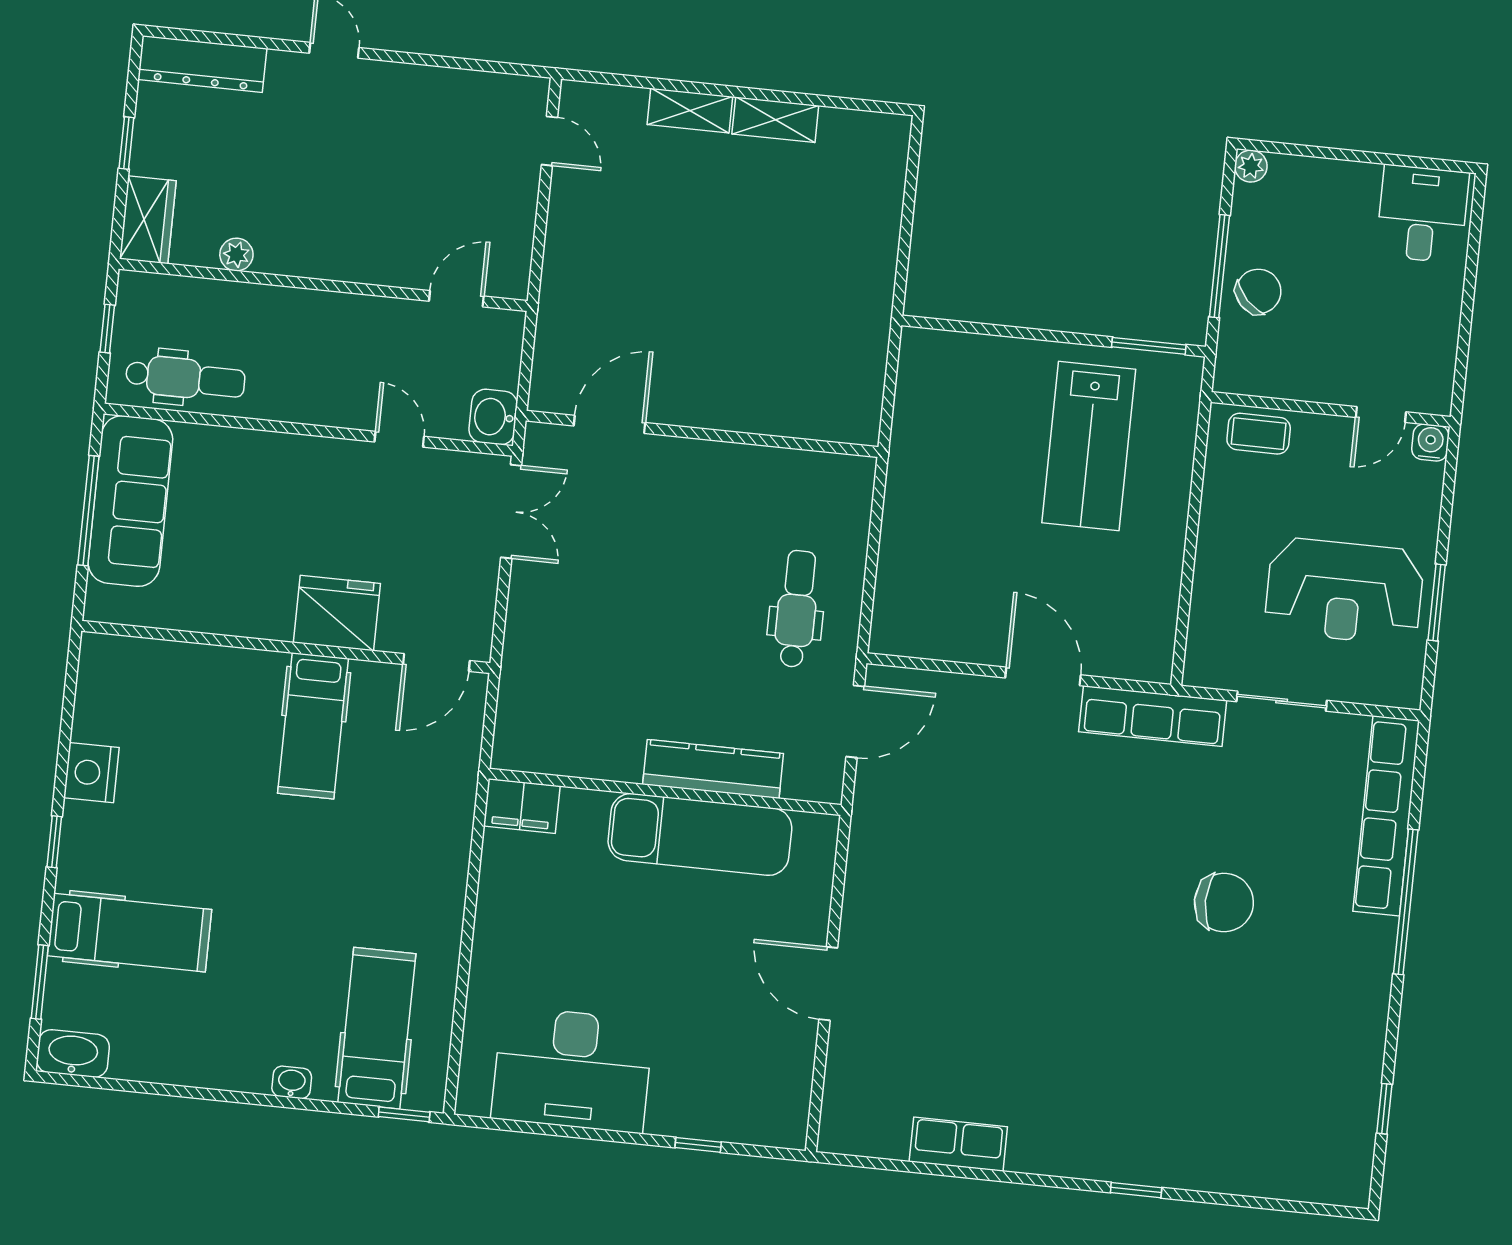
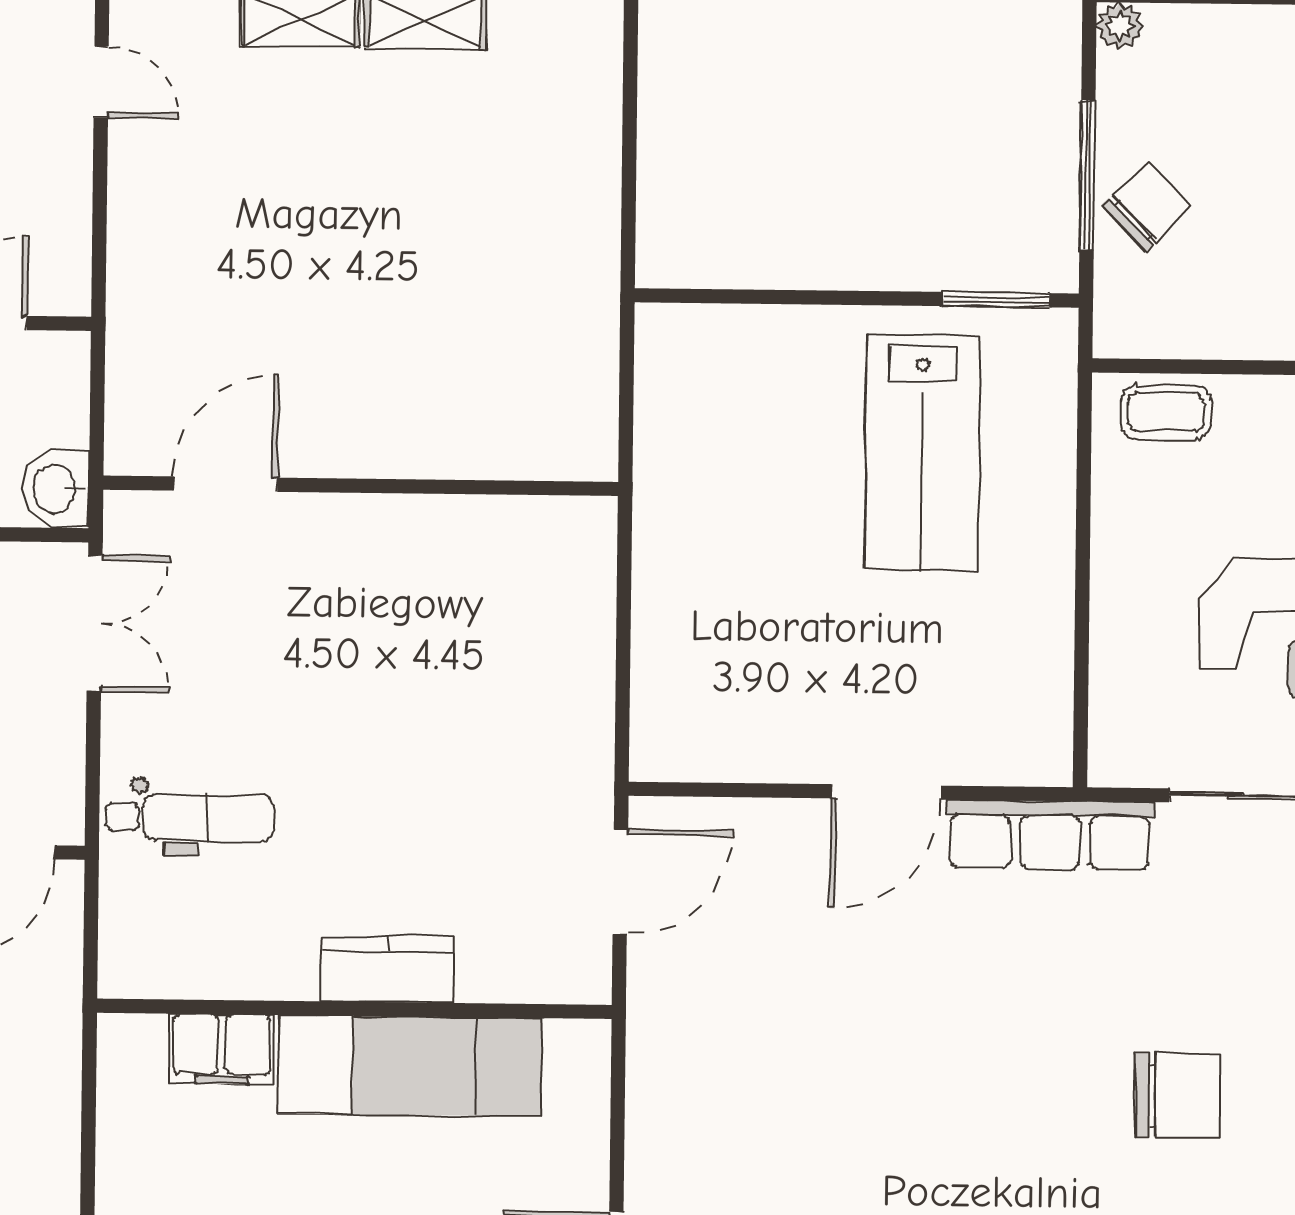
dental chair: (797, 609) -> (190, 817), moved, turned 90
door: (1043, 676) -> (886, 792), swing flipped
kitchen counter: (713, 769) -> (388, 969), width x0.67
filing cabinet: (522, 806) -> (222, 1049), moved

